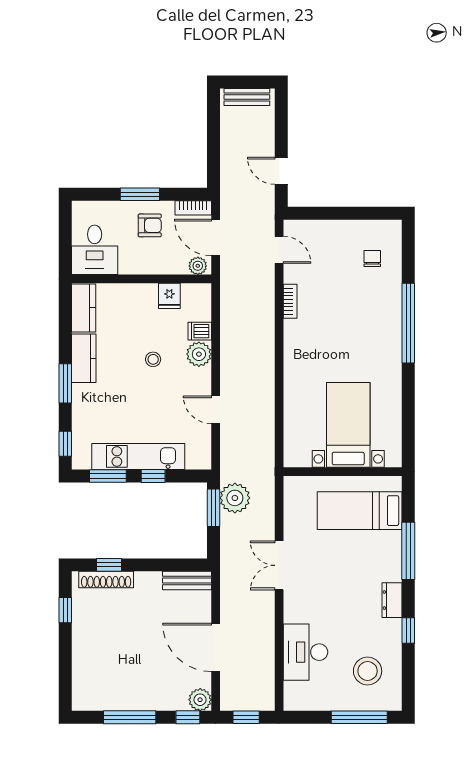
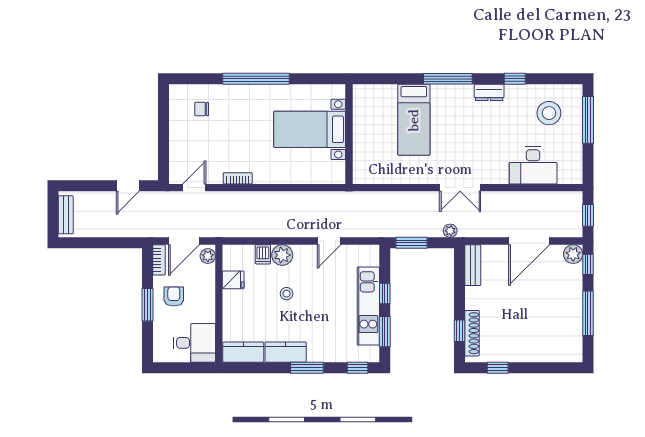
bed with nightstands: (348, 425) -> (310, 129), moved
wall: (343, 472) -> (349, 134), moved
plant: (235, 498) -> (450, 231), moved, width x0.53, depth x0.53

